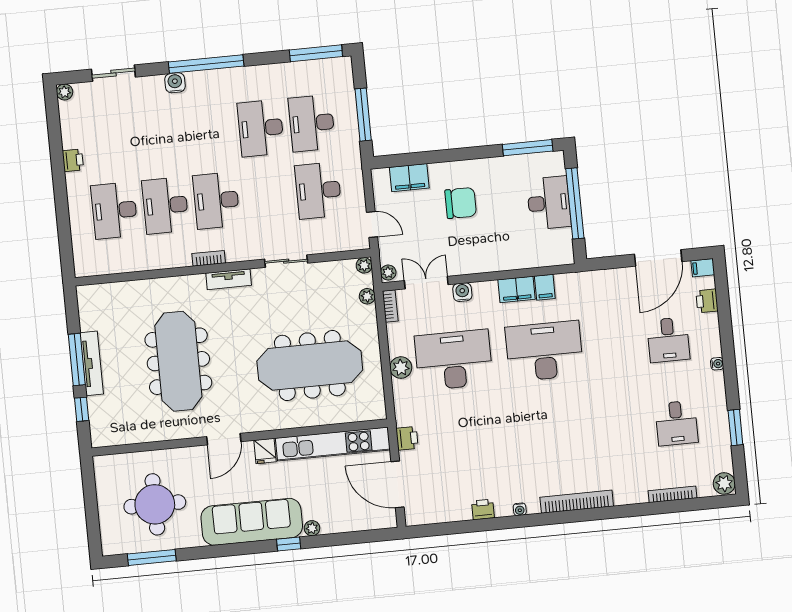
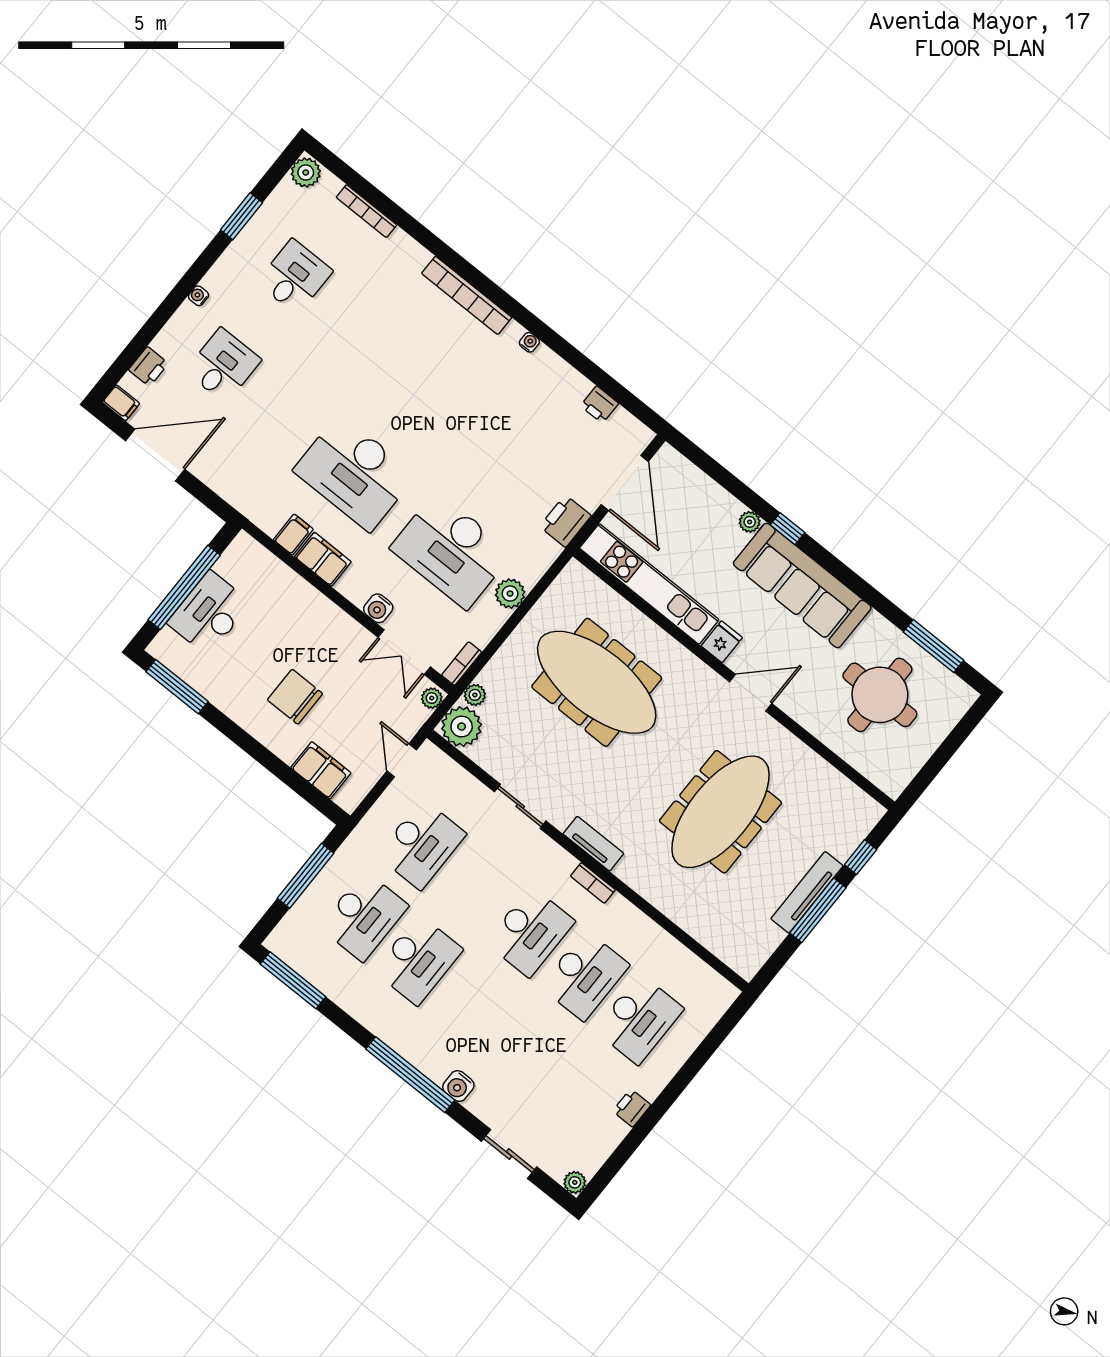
plant: (364, 265) -> (462, 727), width x1.87, depth x1.87
printer: (407, 438) -> (565, 521), width x1.36, depth x1.24
printer: (483, 509) -> (600, 405), moved

